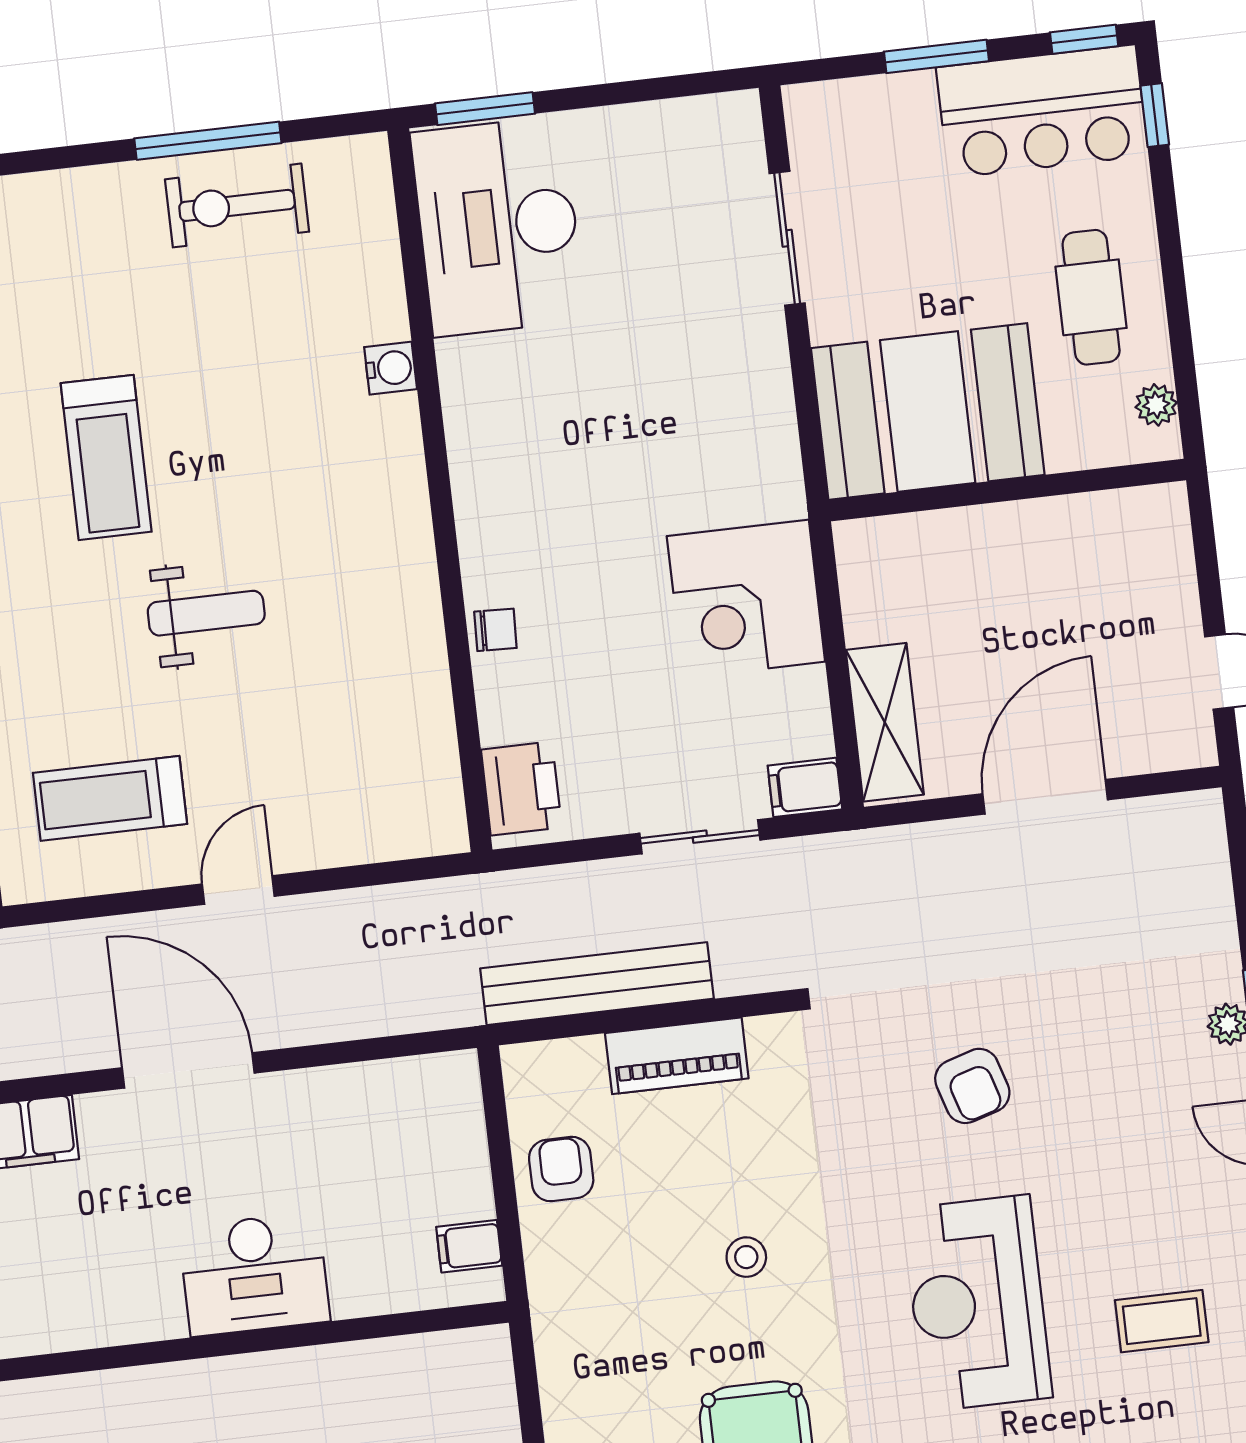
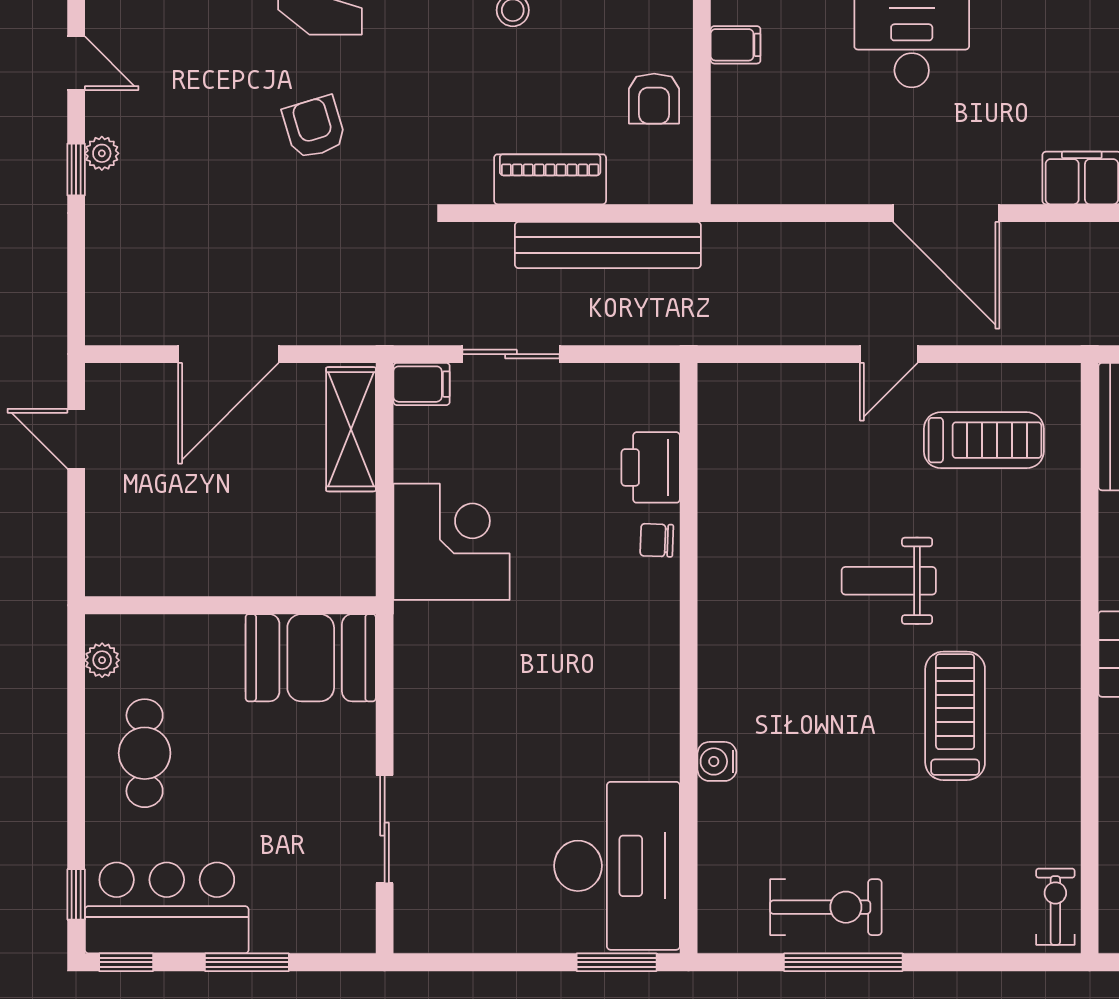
booth: (928, 411) -> (311, 658), width x0.73, depth x0.70
printer: (521, 789) -> (651, 467), moved

